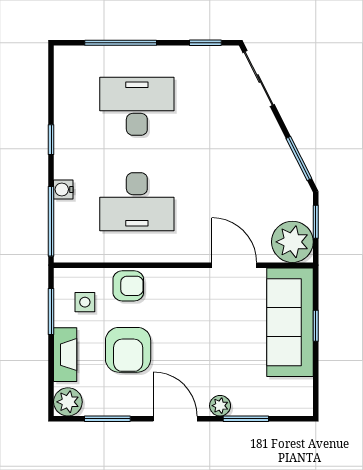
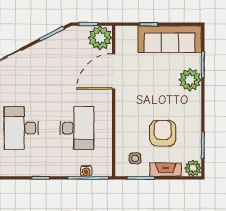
water cooler: (63, 189) -> (86, 171), moved
door: (234, 265) -> (114, 71), width x1.36
armchair: (128, 286) -> (126, 133), removed
sofa: (290, 322) -> (170, 39), moved
armchair: (128, 350) -> (163, 133), turned -90
plant: (220, 406) -> (190, 80), width x1.88, depth x1.88
door: (175, 419) -> (203, 106), removed

